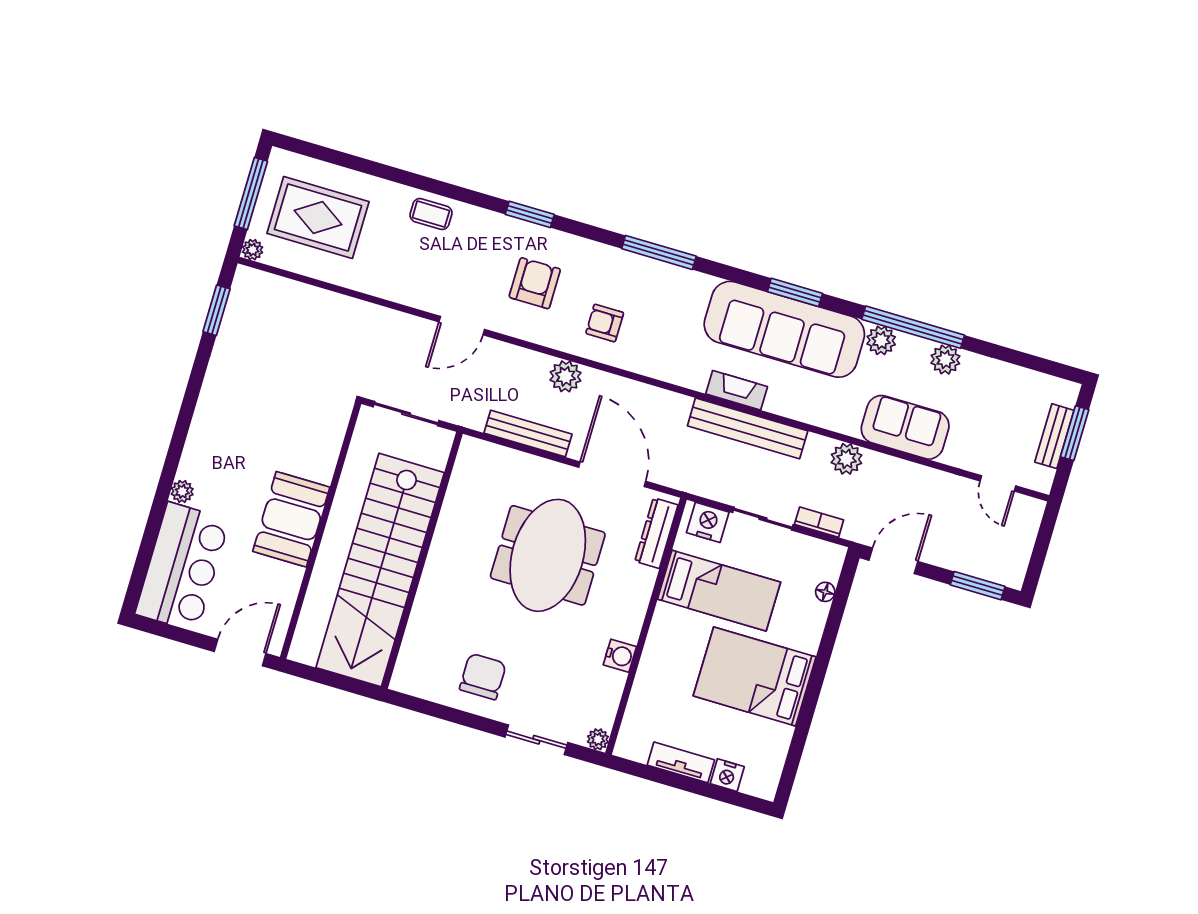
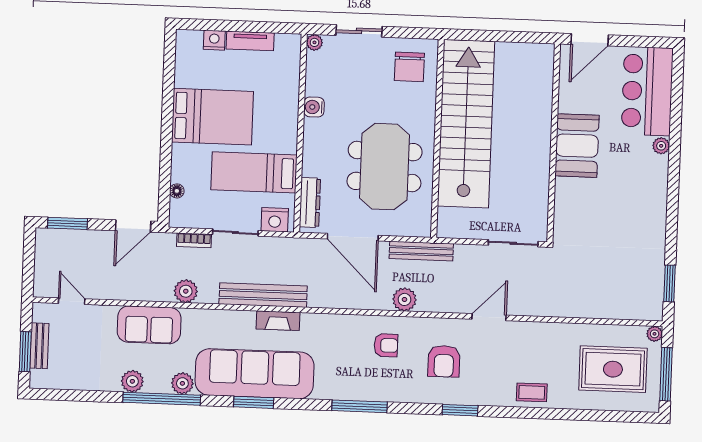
wall: (422, 560) -> (437, 138), moved
stairs: (380, 570) -> (466, 124), moved

